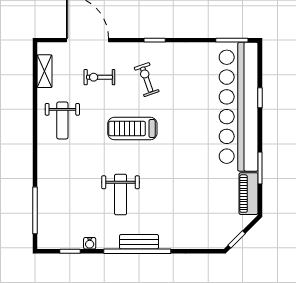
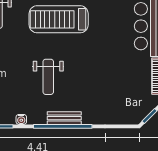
treadmill: (132, 129) -> (59, 19), width x1.37, depth x1.38

